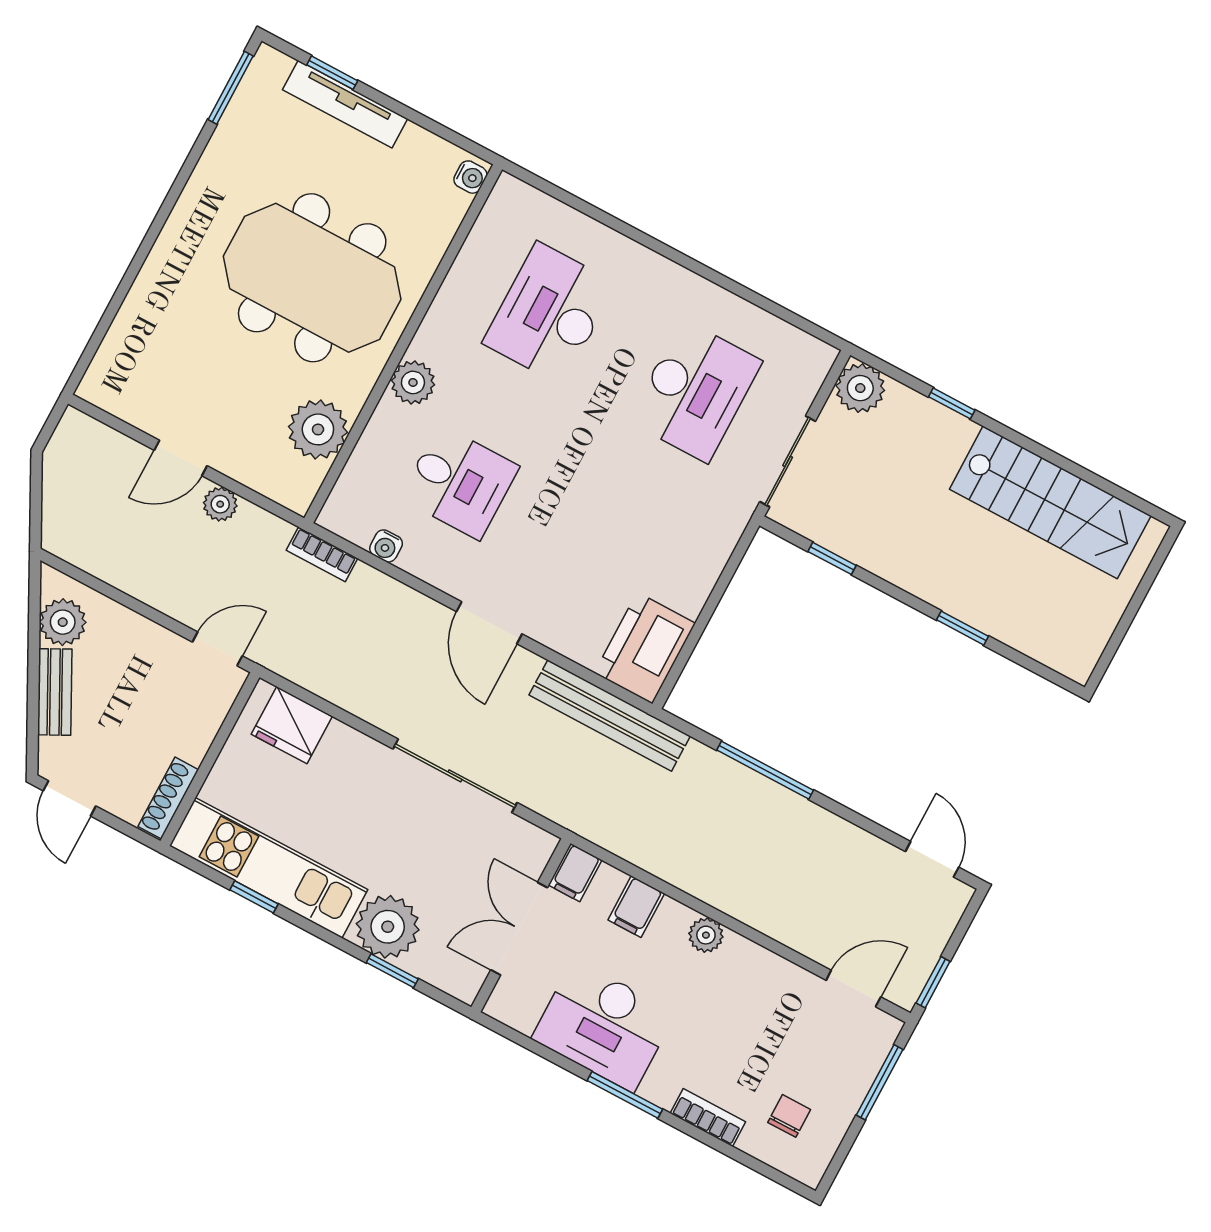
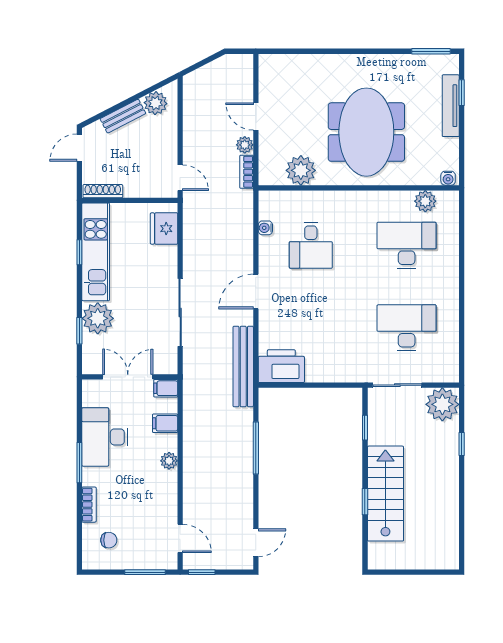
plant: (413, 382) -> (425, 201), moved
plant: (860, 388) -> (442, 404), width x1.36, depth x1.36
desk: (695, 391) -> (407, 328), turned 180
stairs: (1050, 502) -> (385, 494), moved, turned 180
bookcase: (322, 554) -> (247, 172), moved

